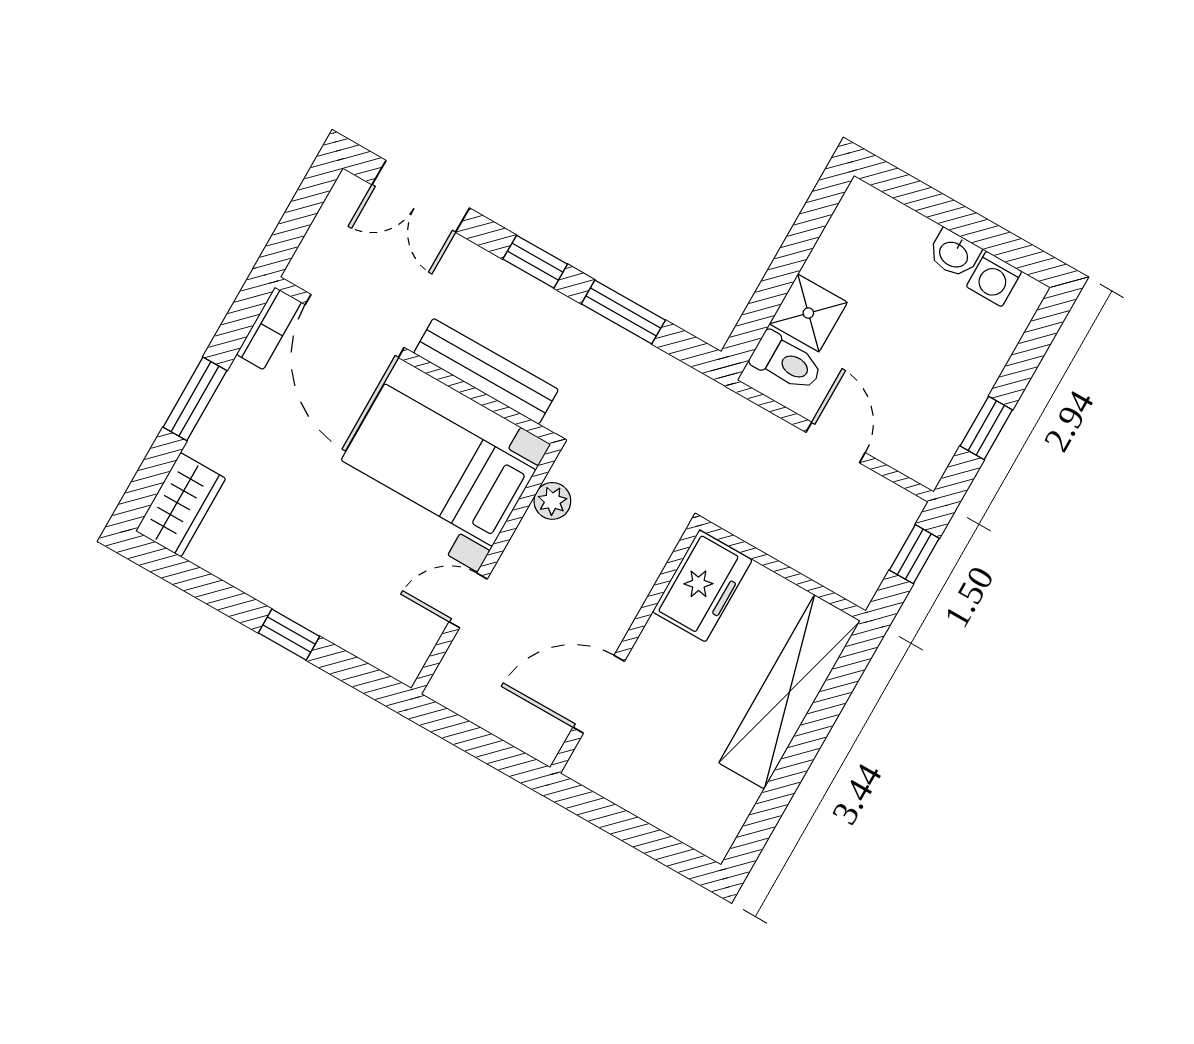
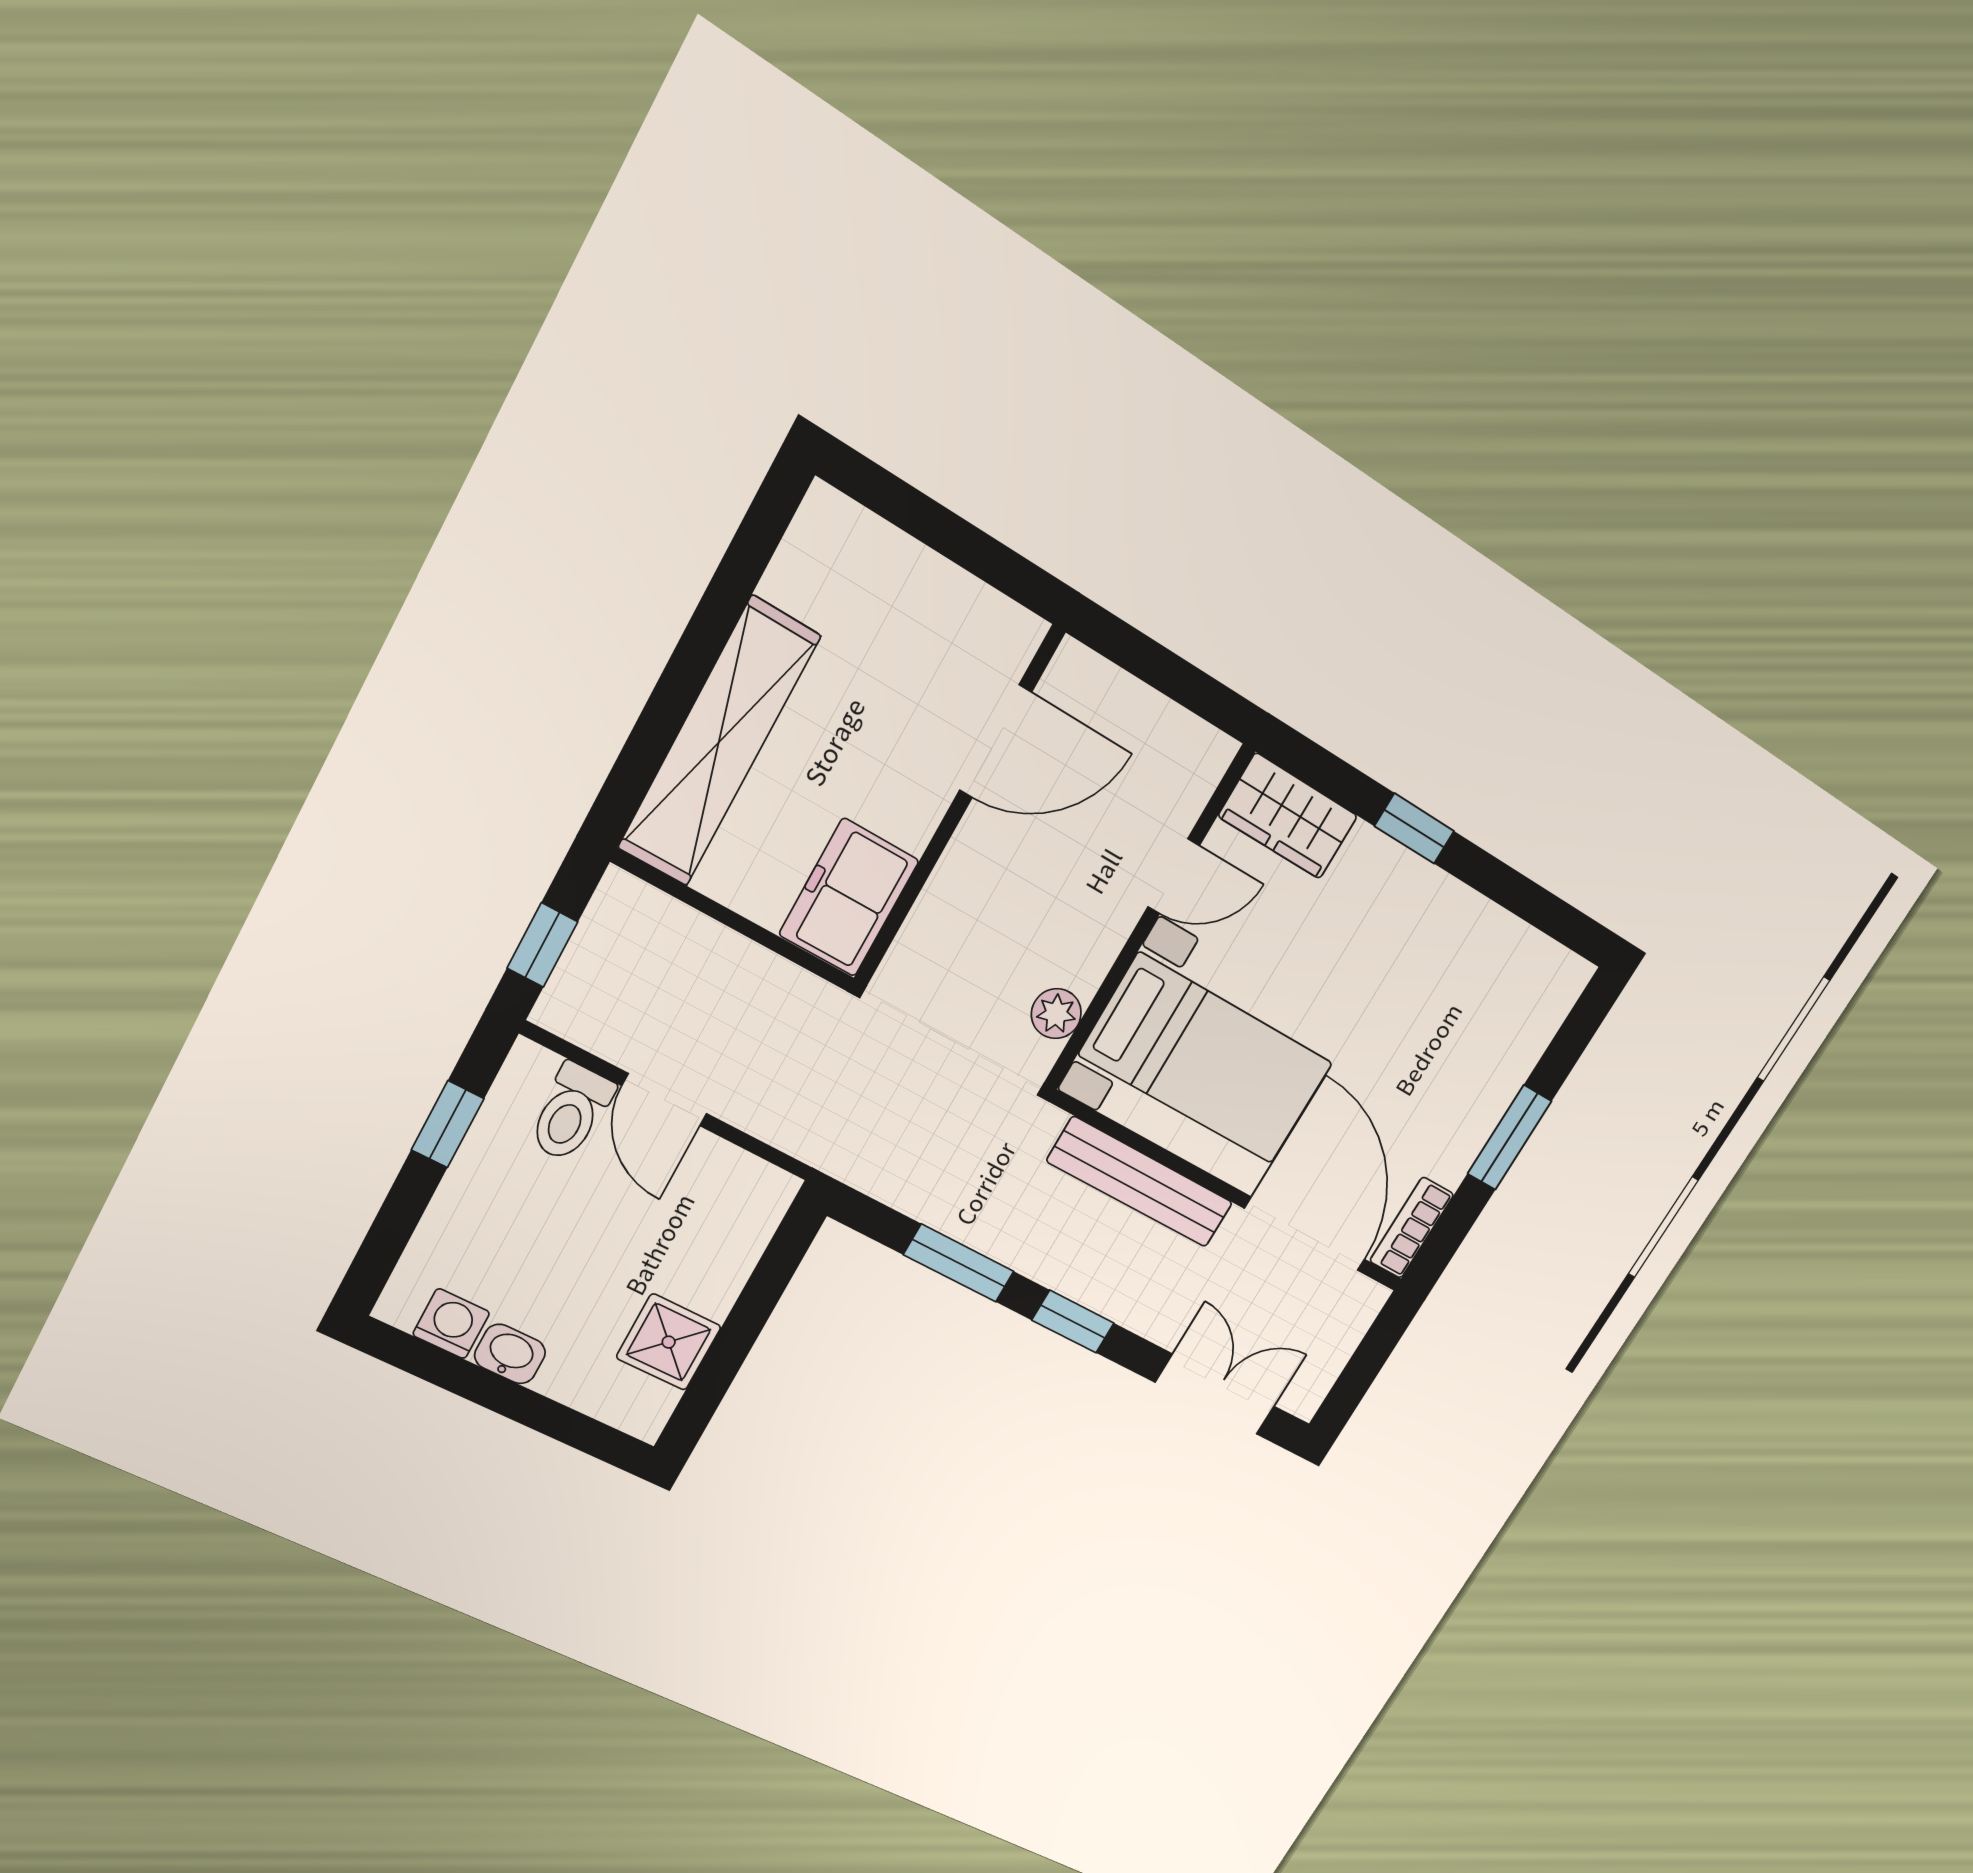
shower: (808, 313) -> (669, 1342), moved
toilet: (787, 362) -> (571, 1113), moved, turned -90
wardrobe: (181, 505) -> (1288, 816), moved, turned -90

